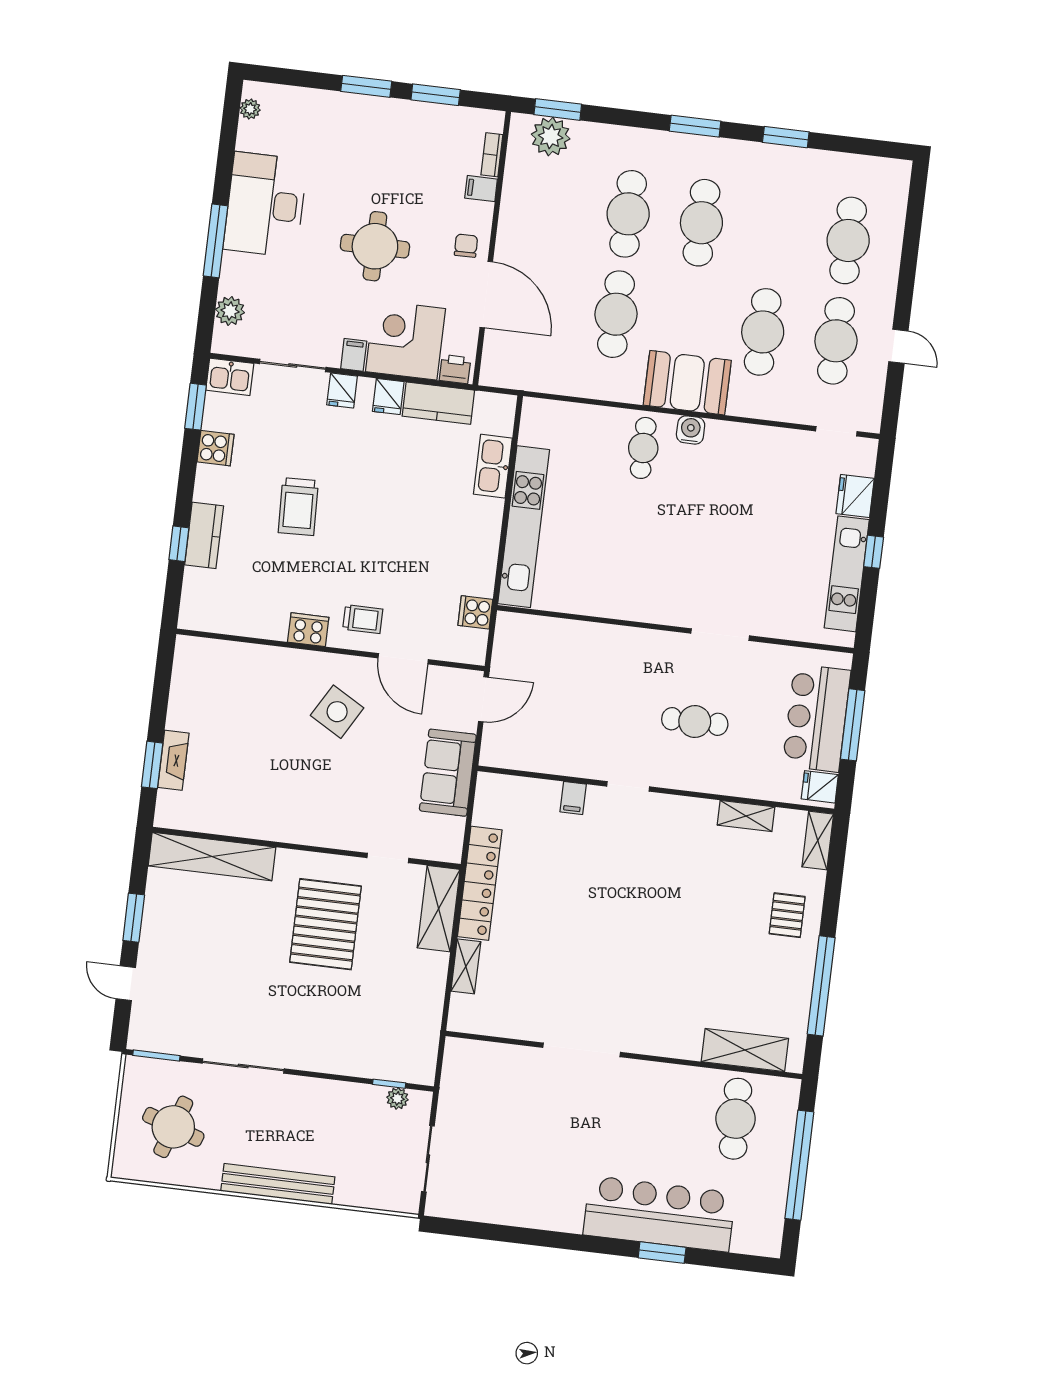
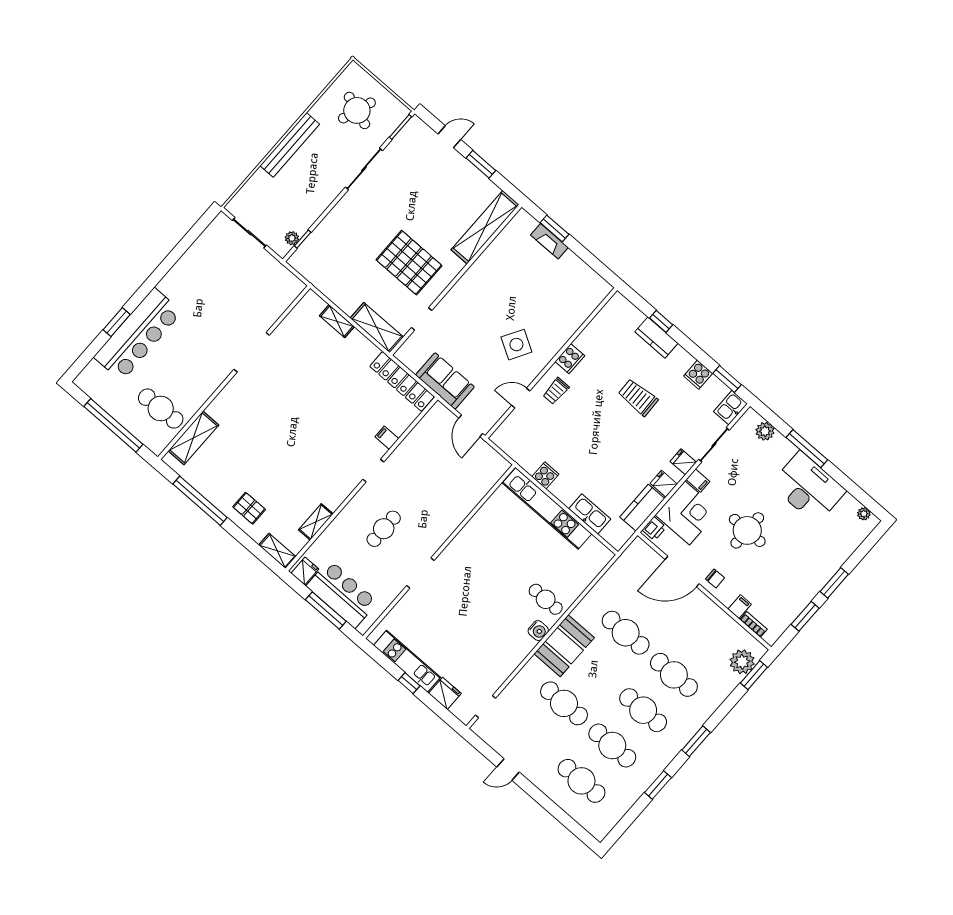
cafe table: (836, 341) -> (612, 746), moved
cooker: (475, 612) -> (545, 475), moved
door: (403, 659) -> (521, 398), width x0.73
locker: (480, 883) -> (402, 381), moved

